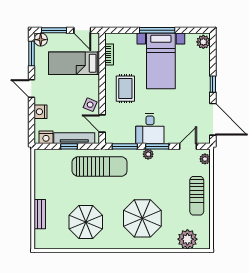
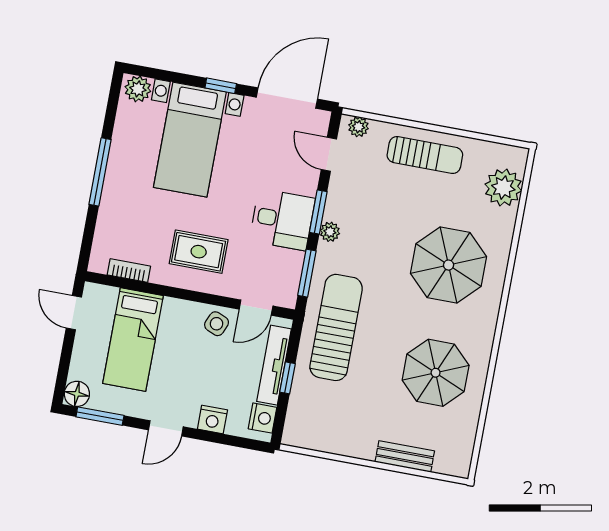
window: (54, 30) -> (64, 366), removed
door: (82, 30) -> (74, 313), swing flipped
bed with nightstands: (161, 61) -> (190, 140), moved, turned 90

